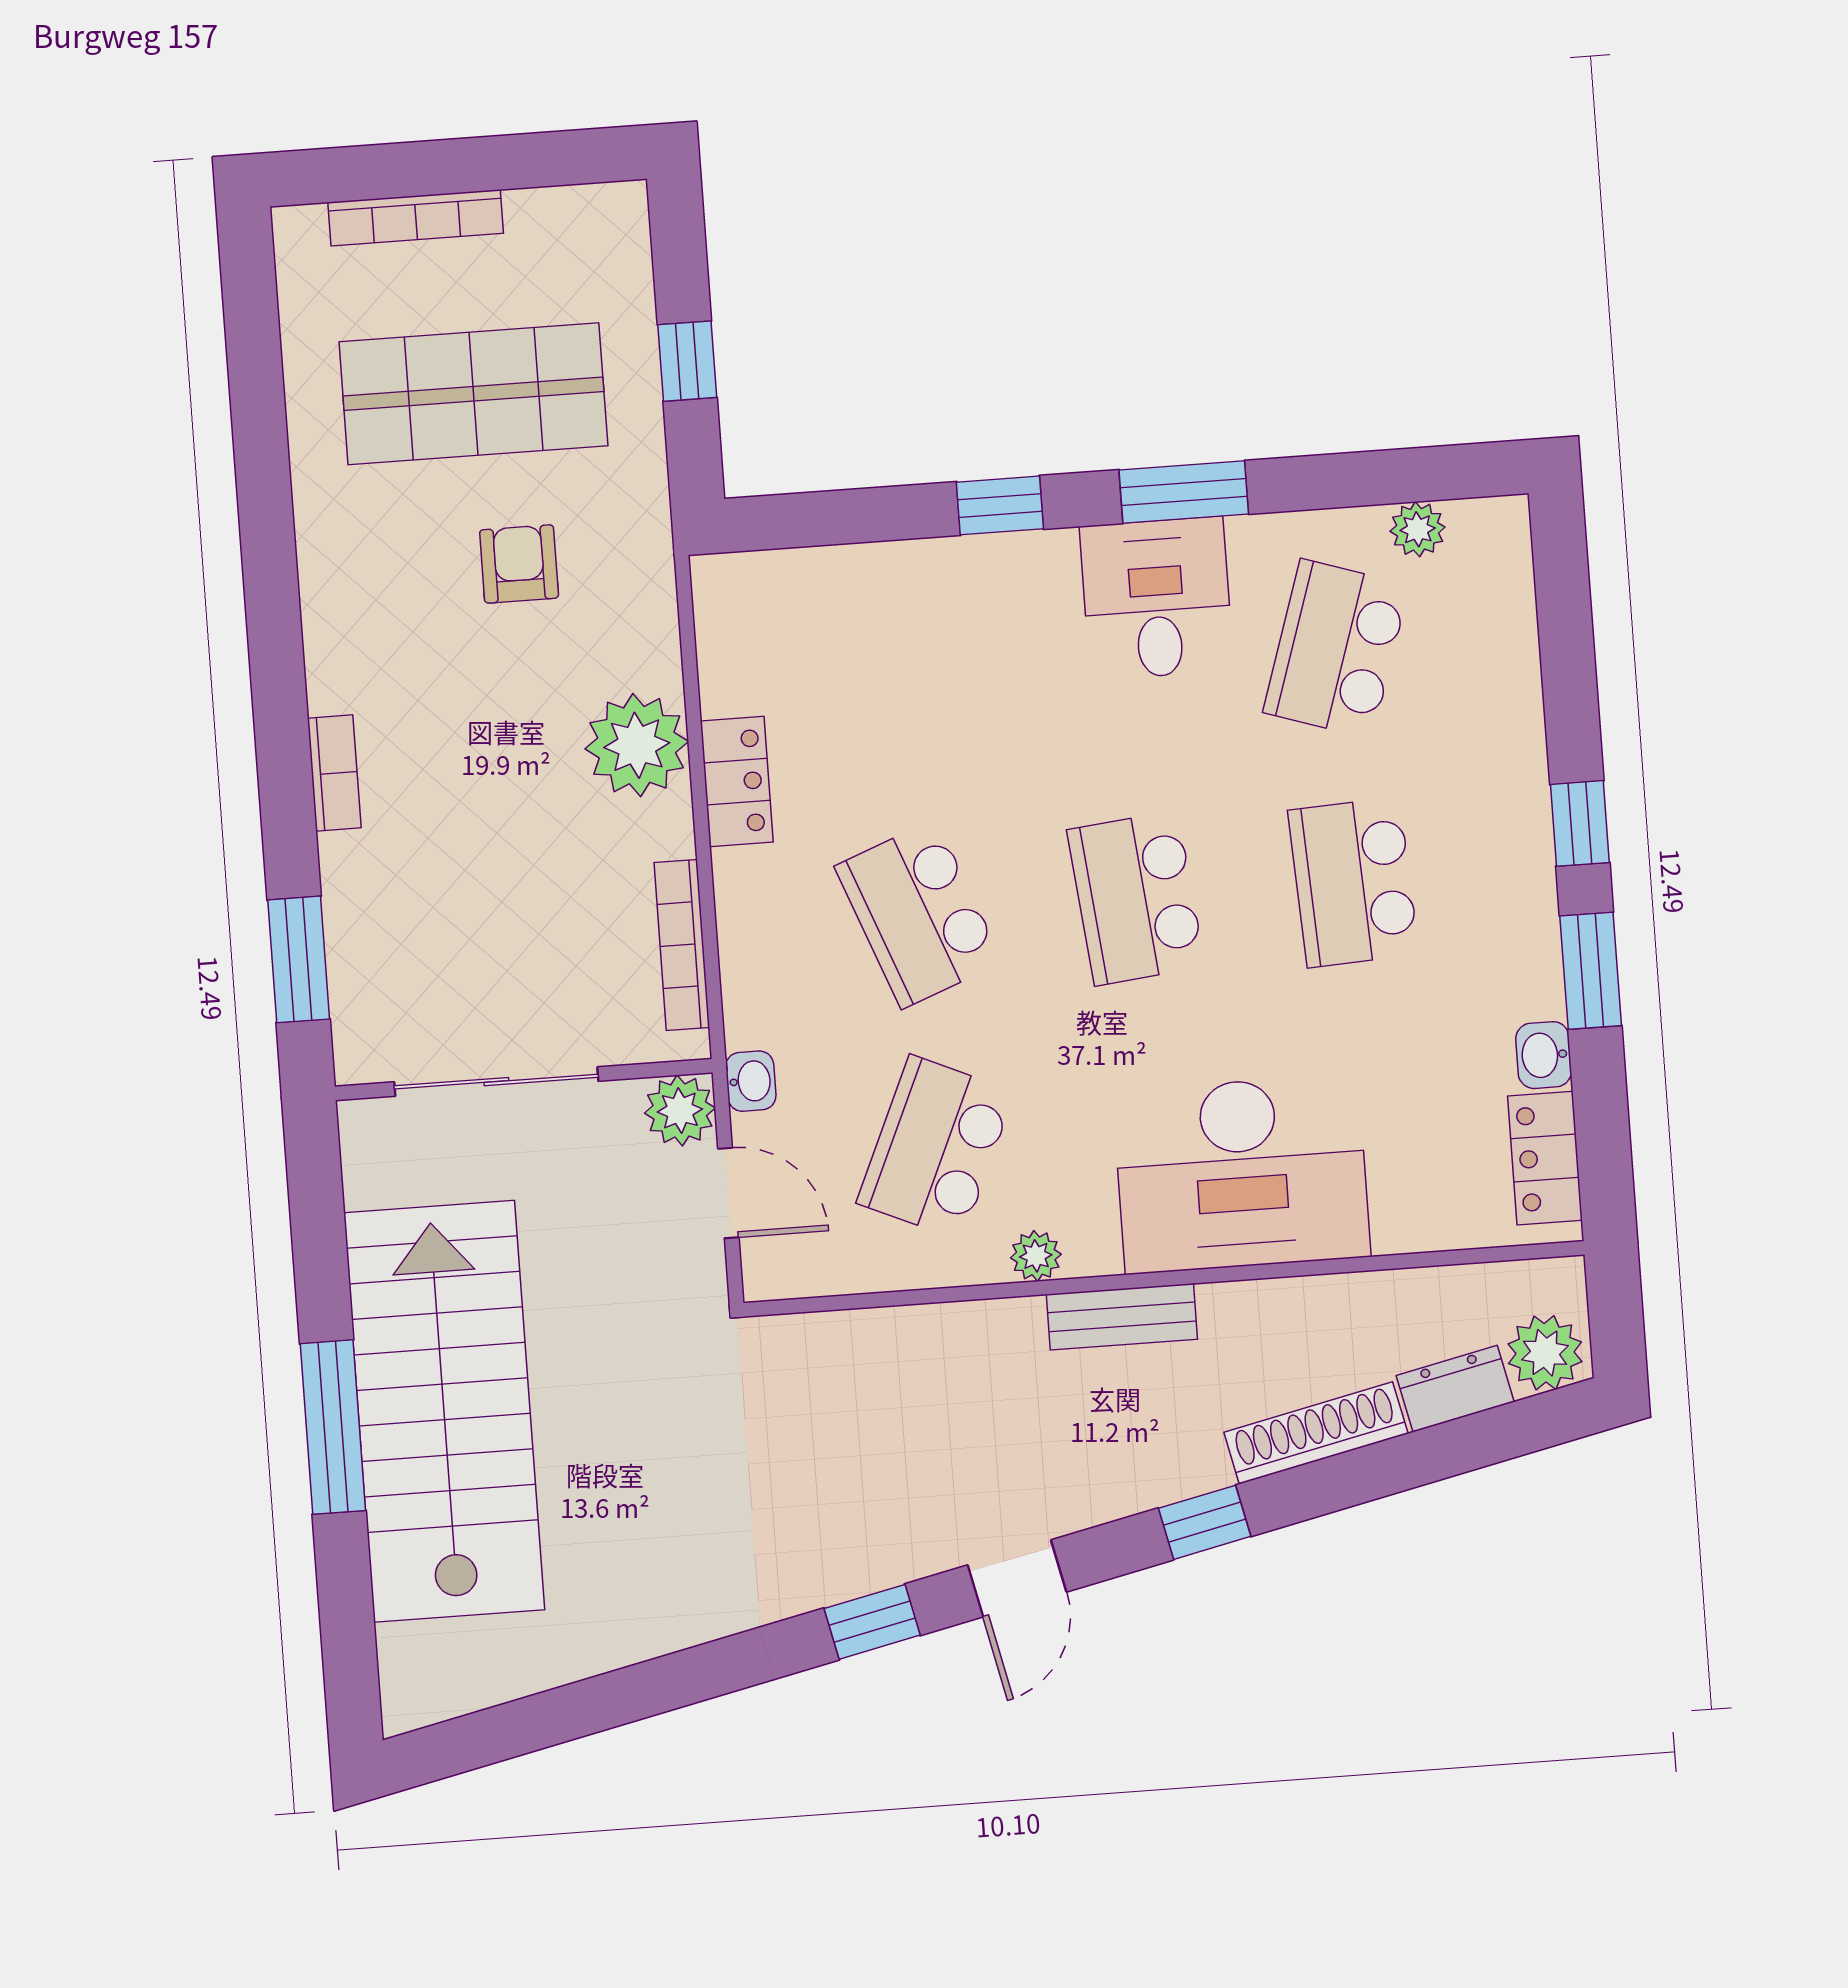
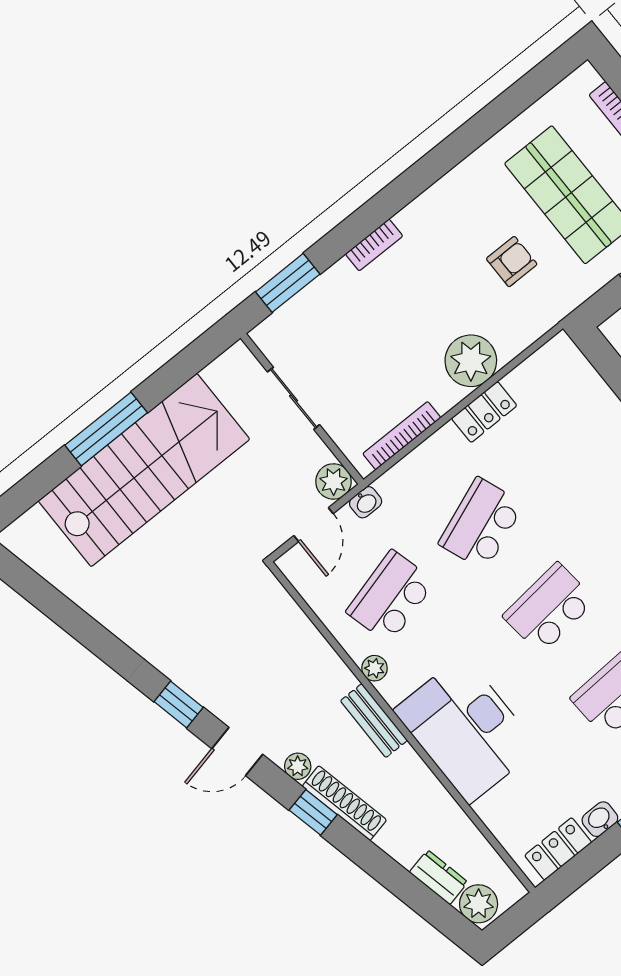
sliding door: (496, 1082) -> (294, 398), width x0.73
school desk: (936, 1147) -> (391, 597), turned -39
shoe rack: (1316, 1433) -> (344, 803), moved
plant: (1110, 1495) -> (298, 766), added

